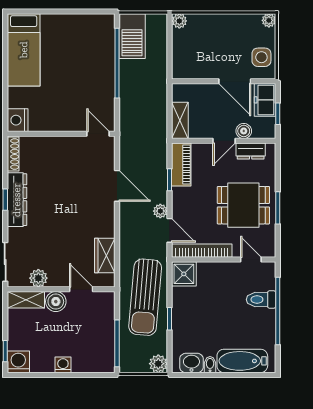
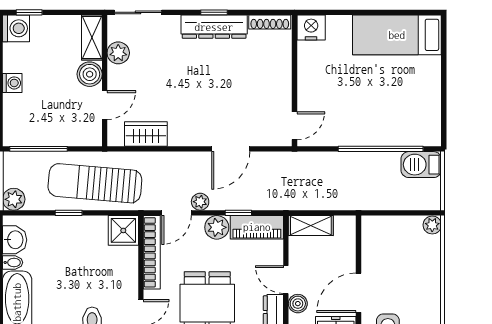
barbecue: (132, 36) -> (421, 165), width x0.73, depth x0.83
plant: (181, 197) -> (217, 227), added

